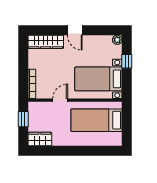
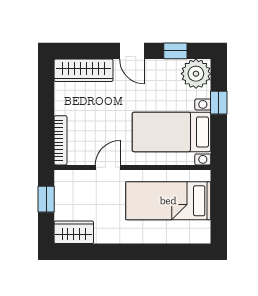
window: (101, 30) -> (175, 51), added
plant: (117, 40) -> (196, 74), width x1.88, depth x1.88

